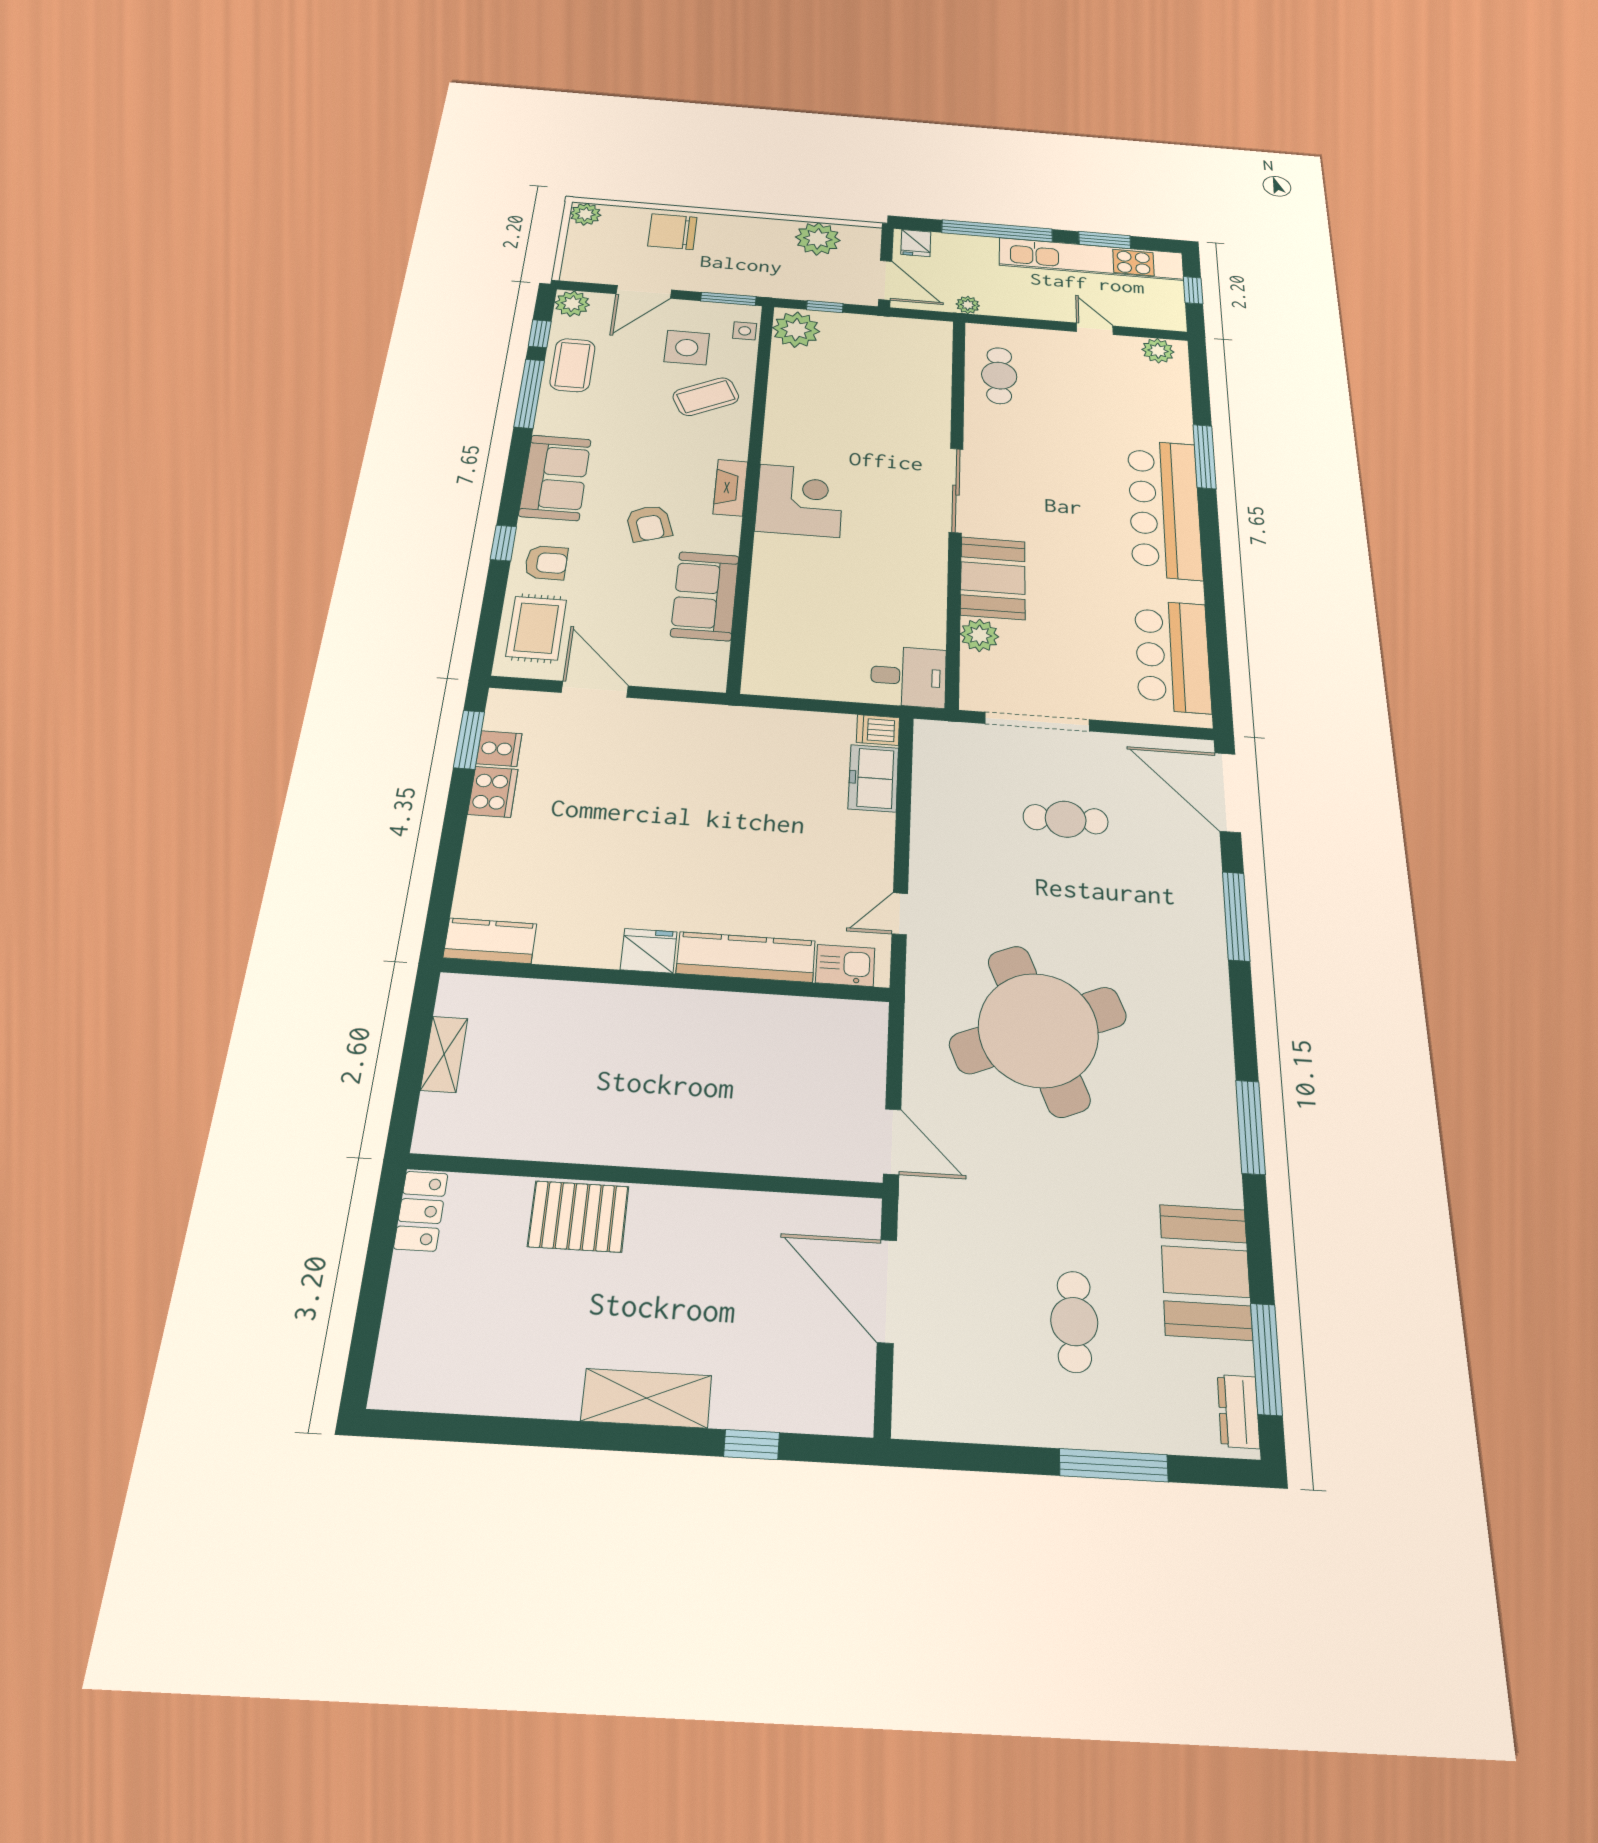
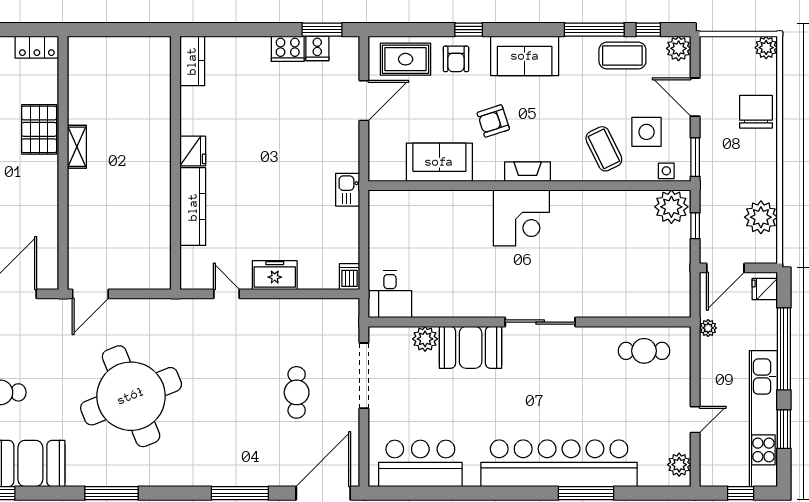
bar counter: (1165, 509) -> (559, 463), width x1.36
freezer: (873, 778) -> (275, 275), moved
kitchen sink: (845, 965) -> (348, 190), moved, turned 180
round table: (1038, 1030) -> (131, 396), moved
shelving: (444, 1054) -> (77, 147), moved, turned 90

